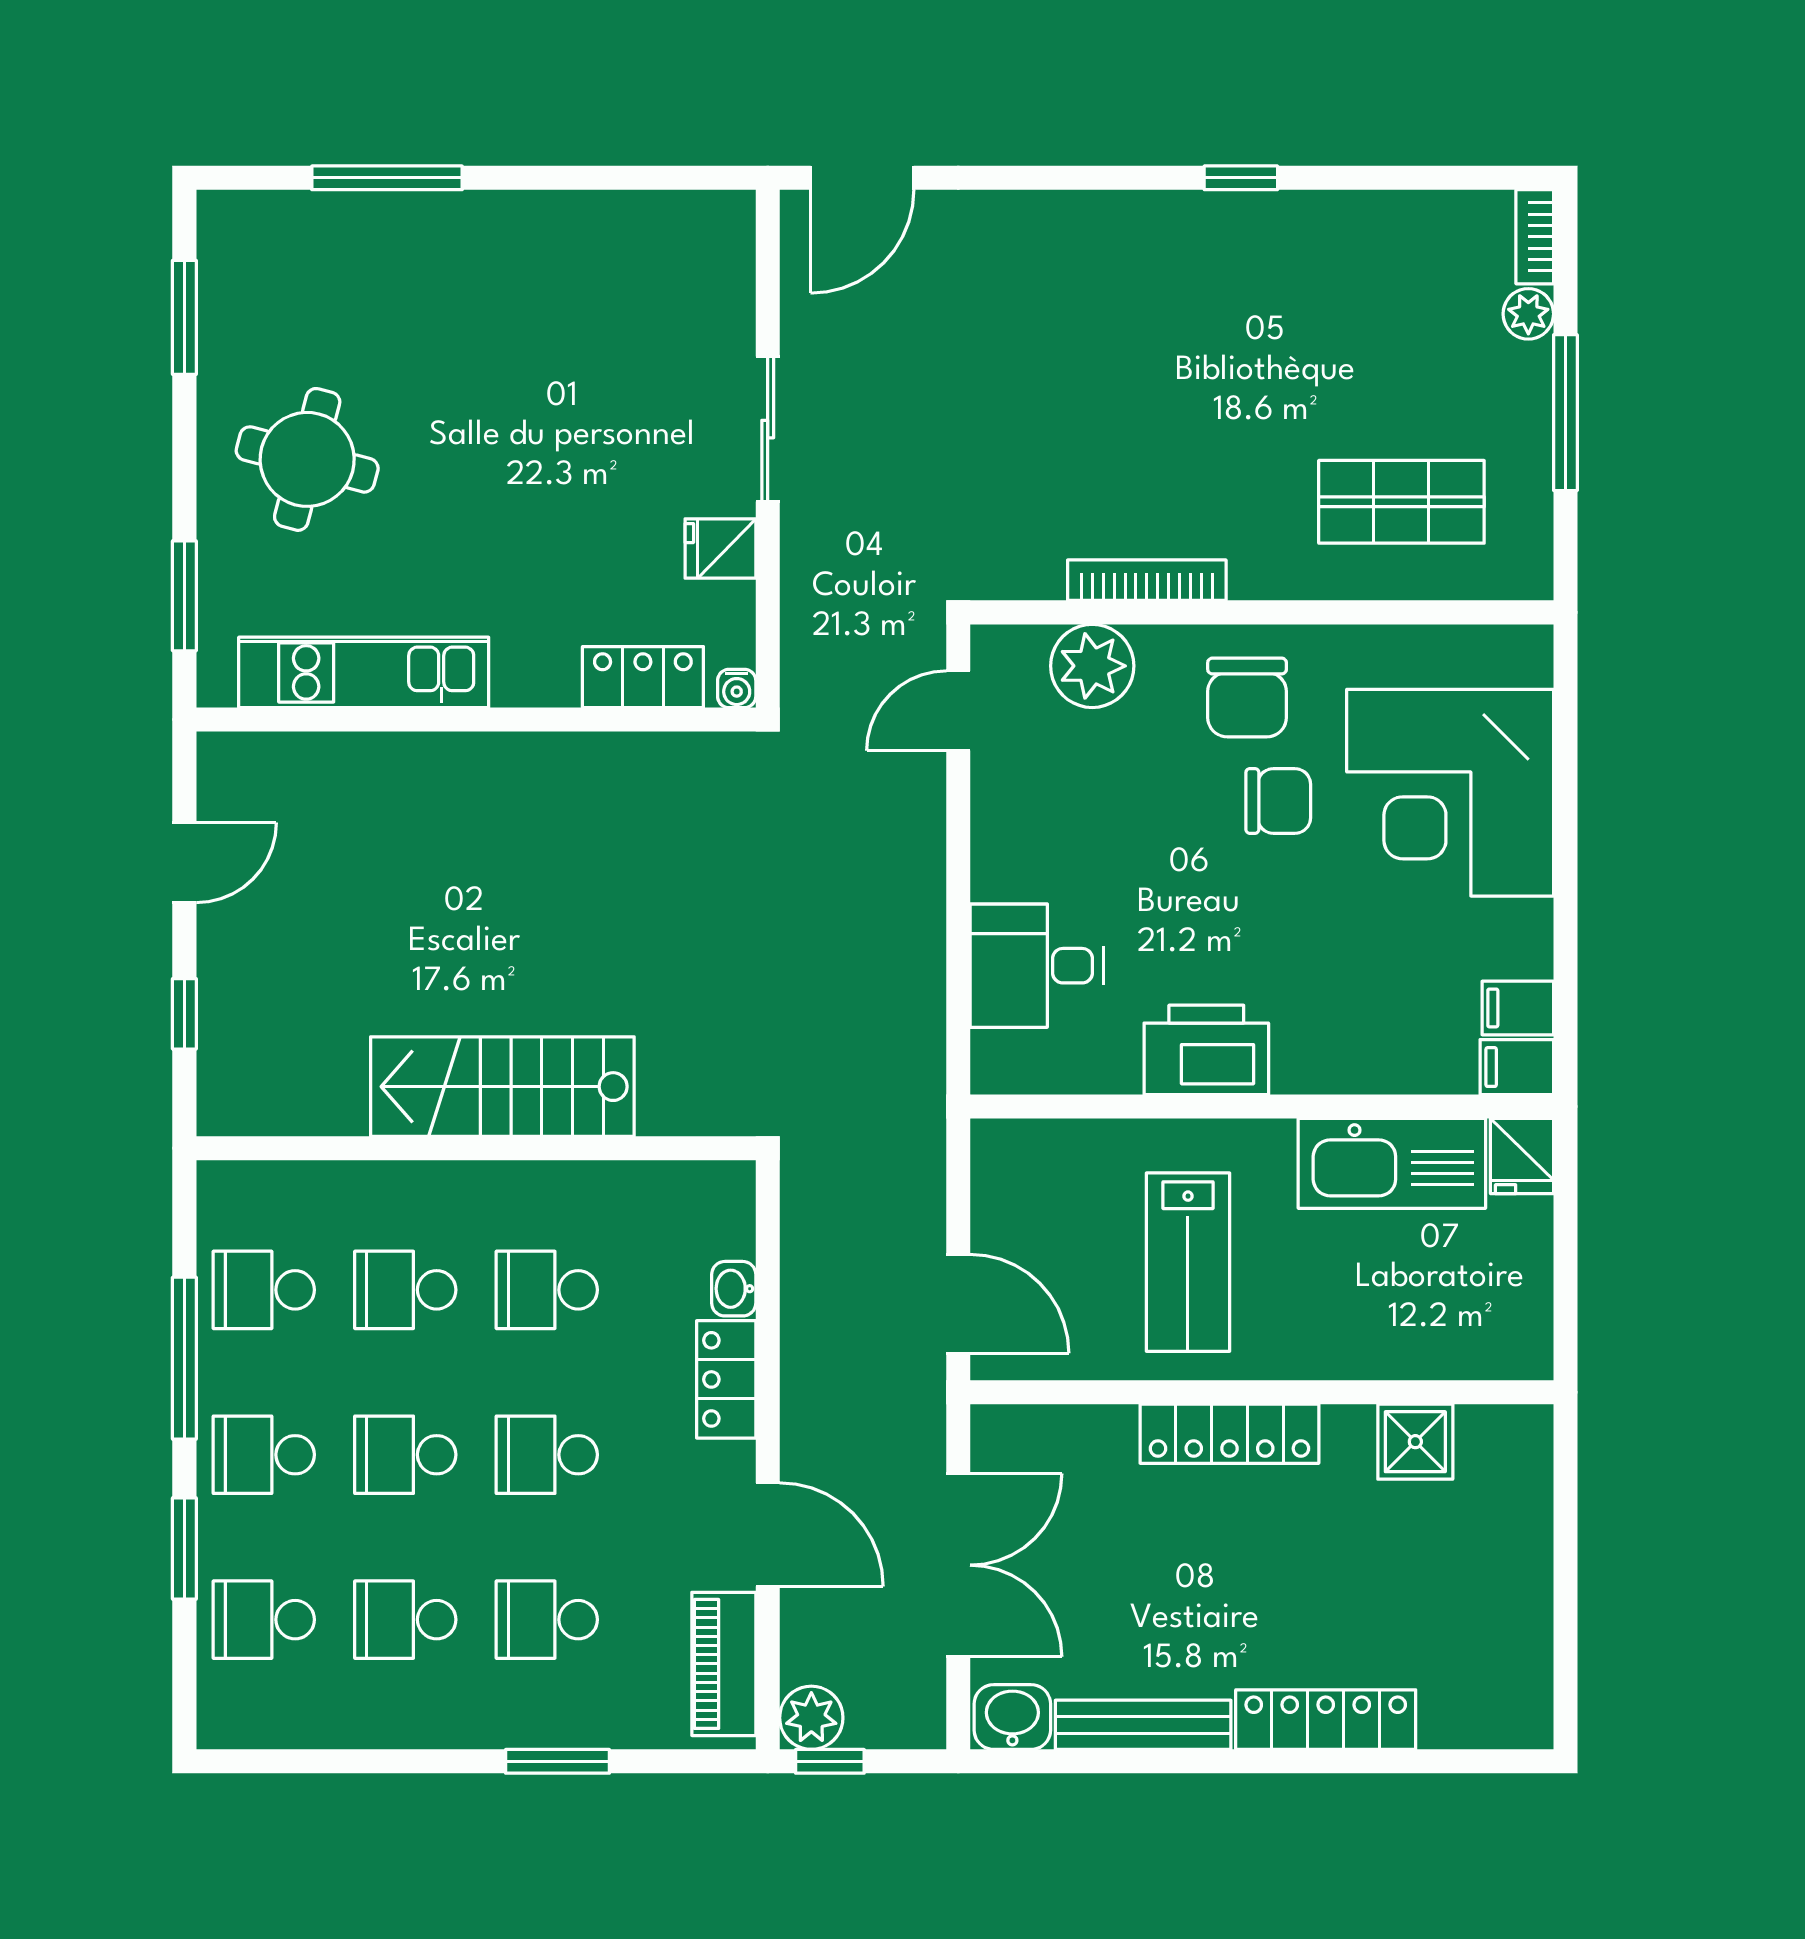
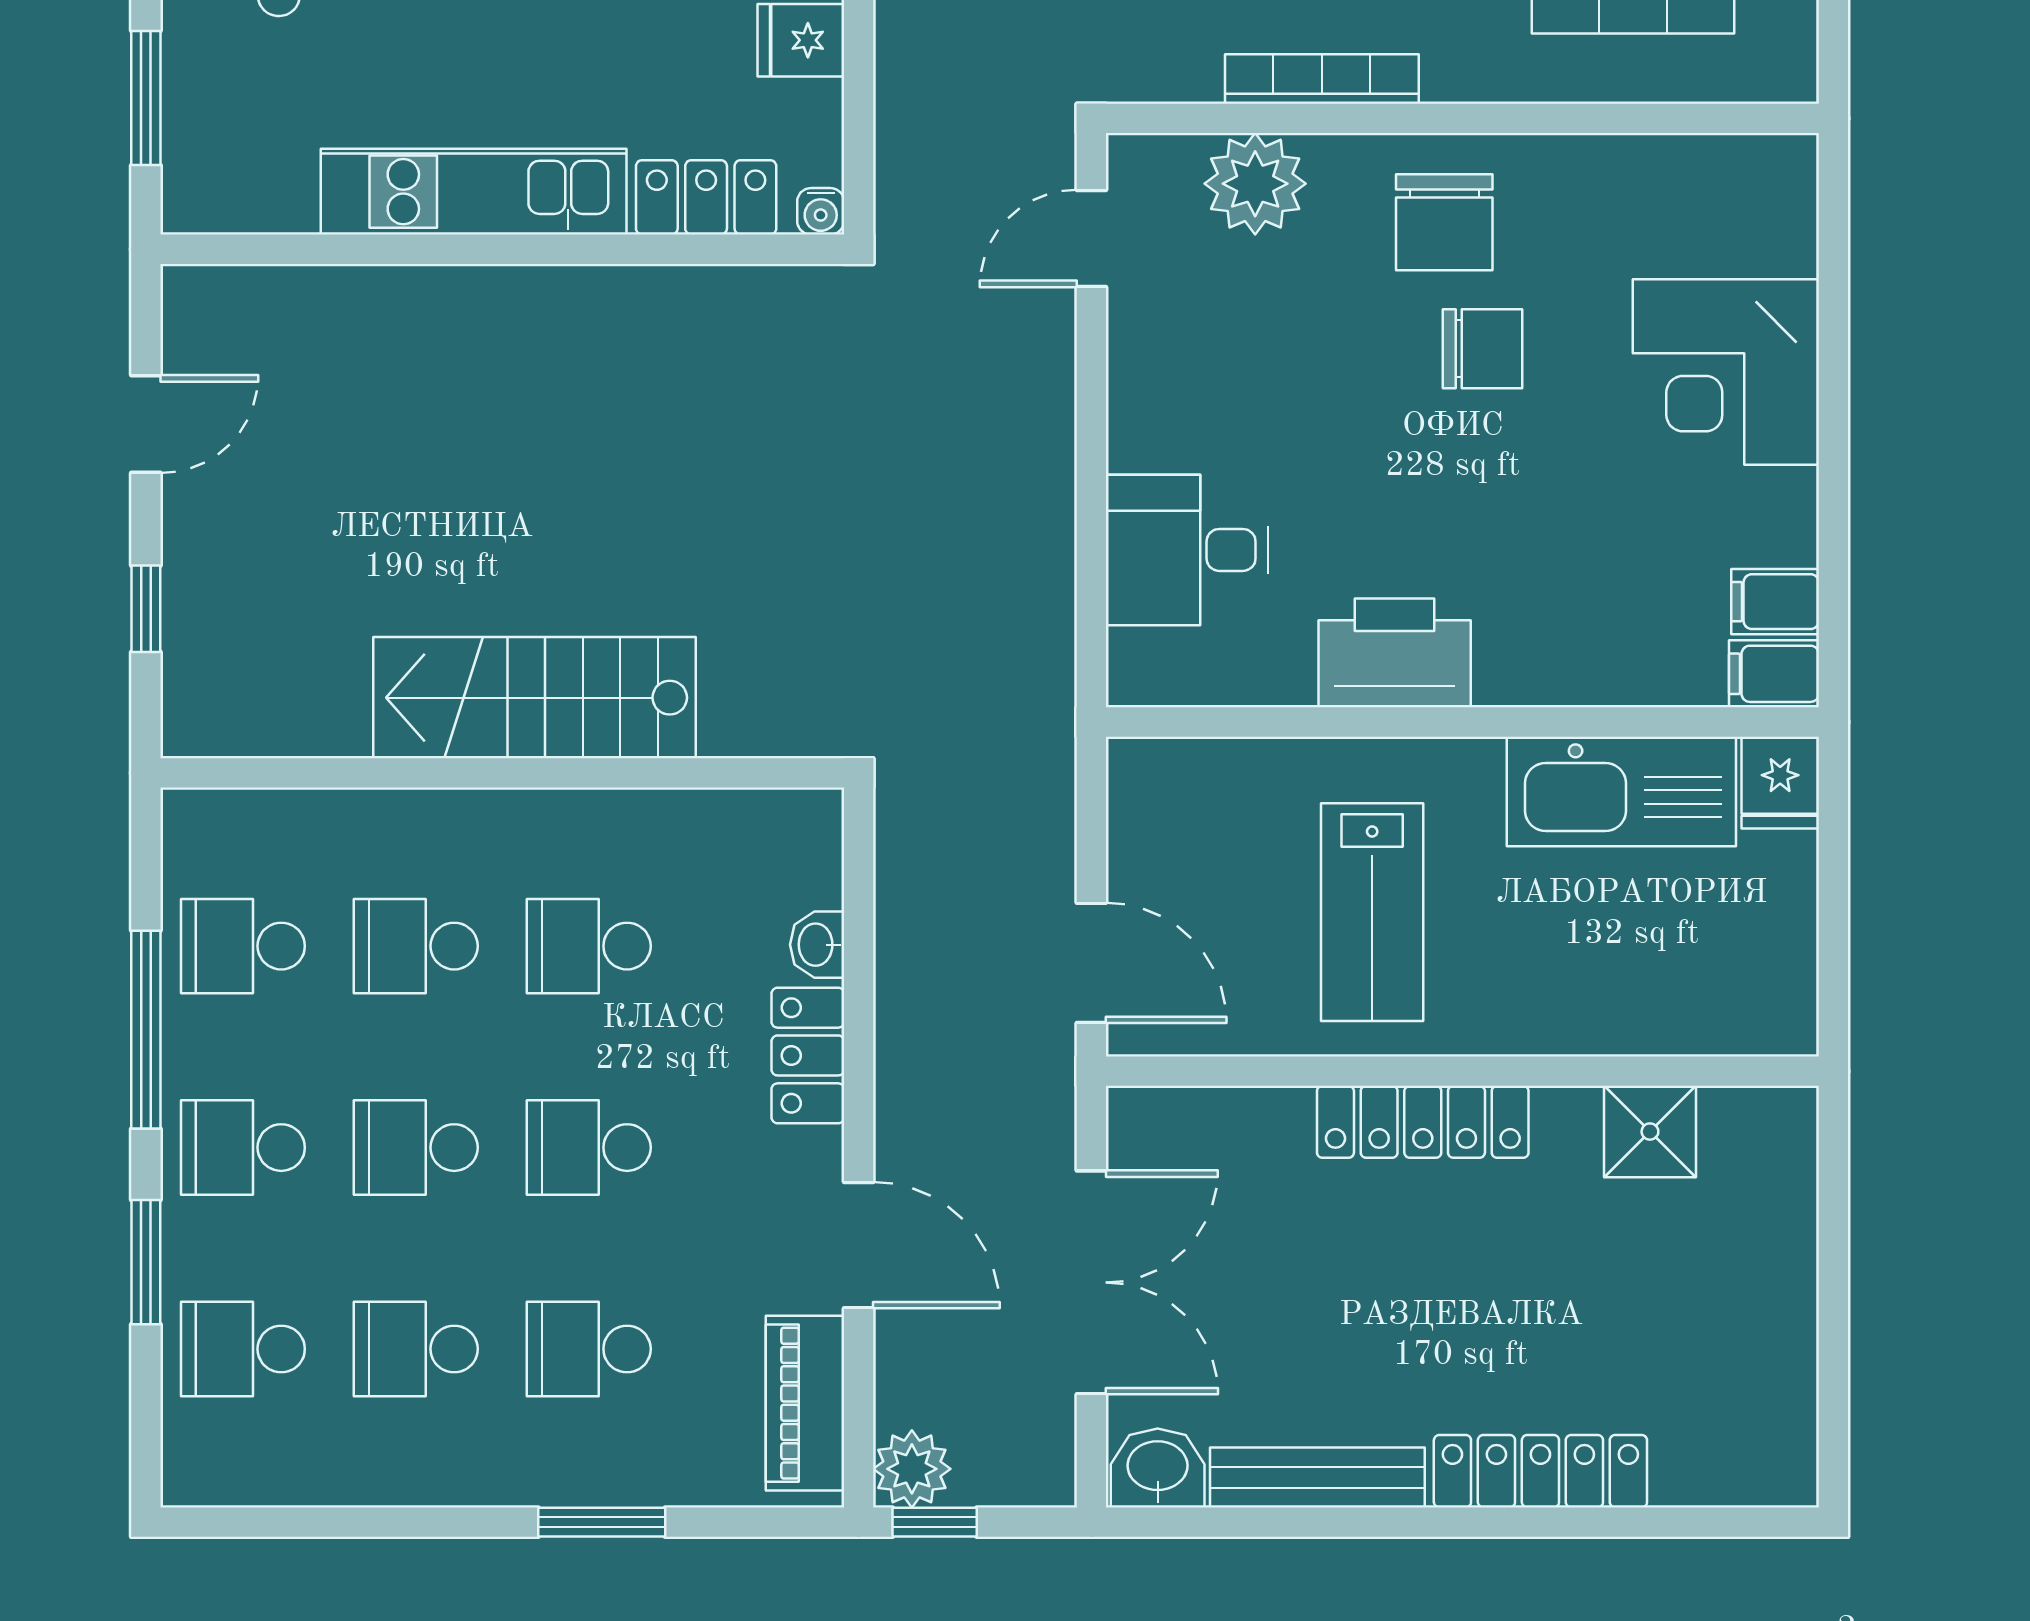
kitchen unit: (364, 672) -> (474, 192), moved
corner desk: (1450, 793) -> (1726, 372), width x0.74, depth x0.74

